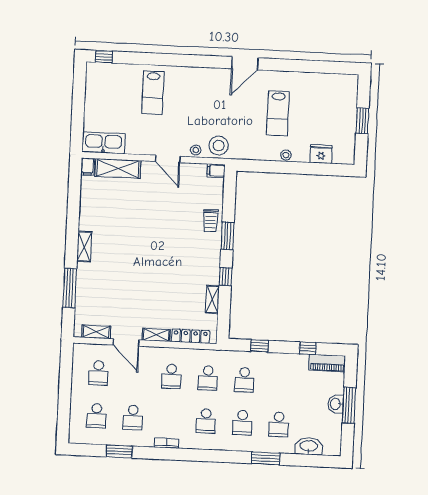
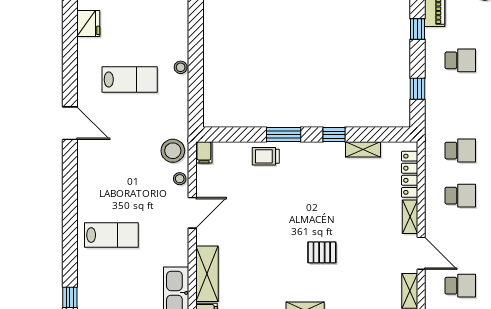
fridge: (321, 154) -> (88, 24), moved, turned 180
trolley: (211, 220) -> (266, 156), turned 180
pallet: (131, 262) -> (322, 252), added
door: (126, 342) -> (421, 253), hinge flipped
school desk: (244, 380) -> (460, 60), moved

